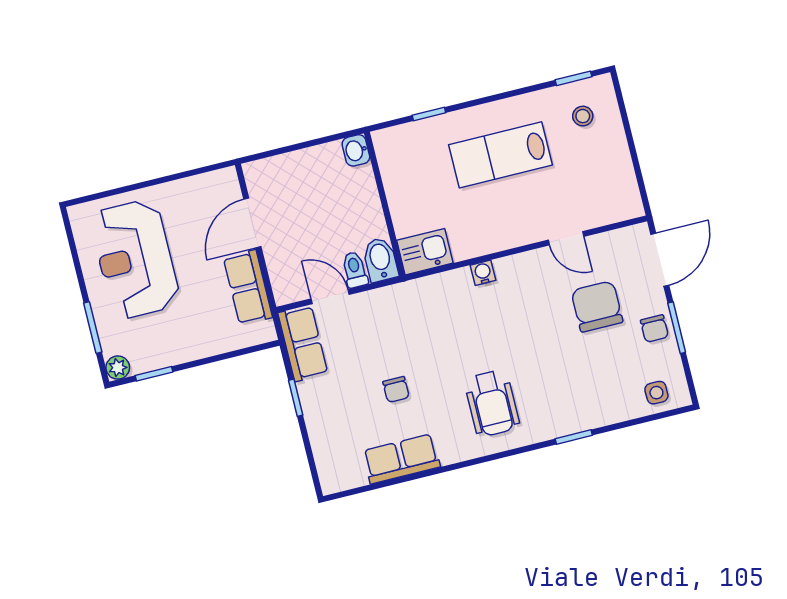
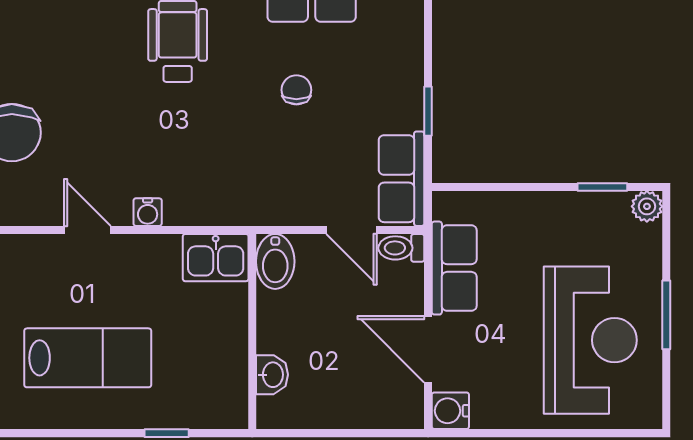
washbasin: (356, 150) -> (272, 375), moved
water cooler: (225, 182) -> (450, 411), added
door: (252, 223) -> (428, 349), swing flipped
door: (566, 238) -> (87, 230), moved
toilet: (355, 270) -> (401, 248), moved, turned 90
window: (93, 328) -> (666, 315), moved

